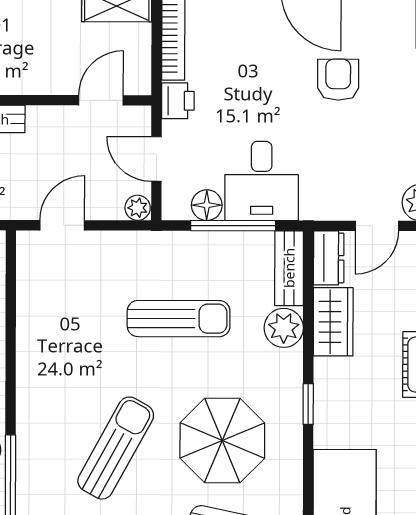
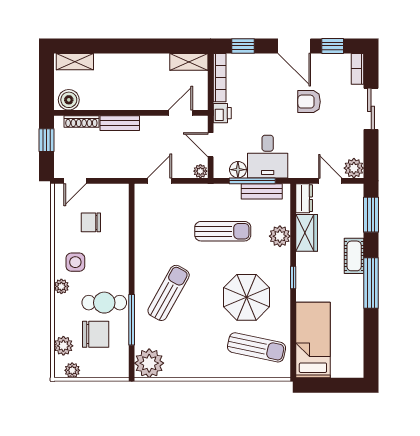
armchair: (338, 80) -> (309, 102), turned -90
door: (377, 226) -> (330, 181), swing flipped
bench: (289, 268) -> (262, 191), moved, turned 90
sun lounger: (116, 448) -> (169, 293), moved

